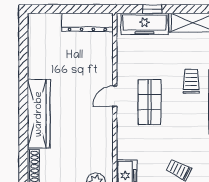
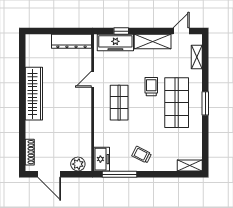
door: (115, 96) -> (93, 79), moved
wardrobe: (39, 114) -> (34, 94), moved

